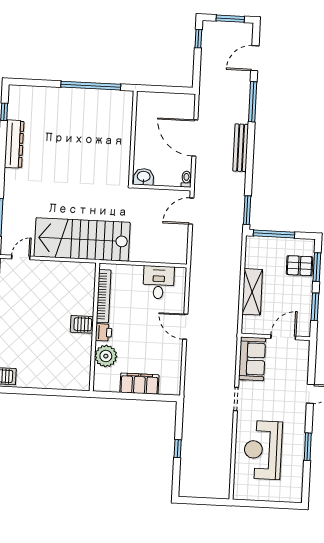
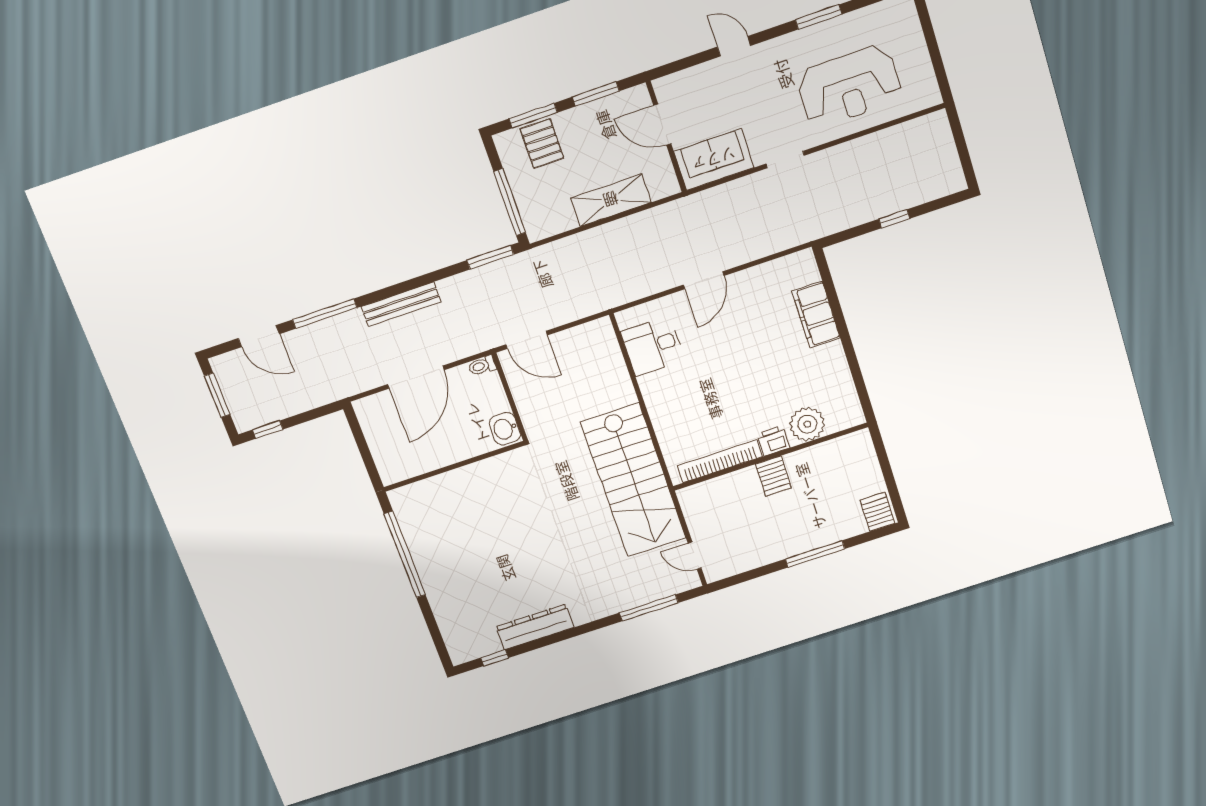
bookcase: (104, 296) -> (720, 461), moved
server rack: (82, 324) -> (773, 476), moved
wall: (95, 327) -> (770, 457), moved
printer: (104, 332) -> (773, 441), moved
plant: (106, 356) -> (807, 424), moved

